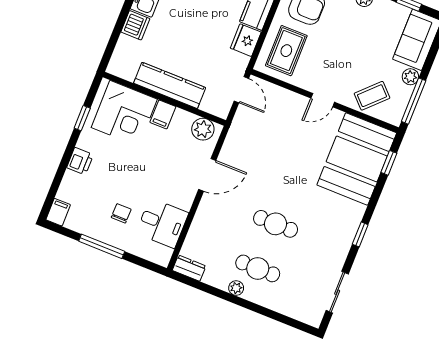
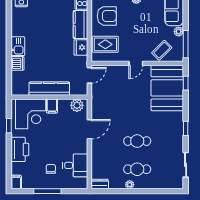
rug: (286, 51) -> (105, 44), turned 90
door: (241, 90) -> (89, 75), hinge flipped
printer: (80, 161) -> (20, 149), width x1.87, depth x1.48

